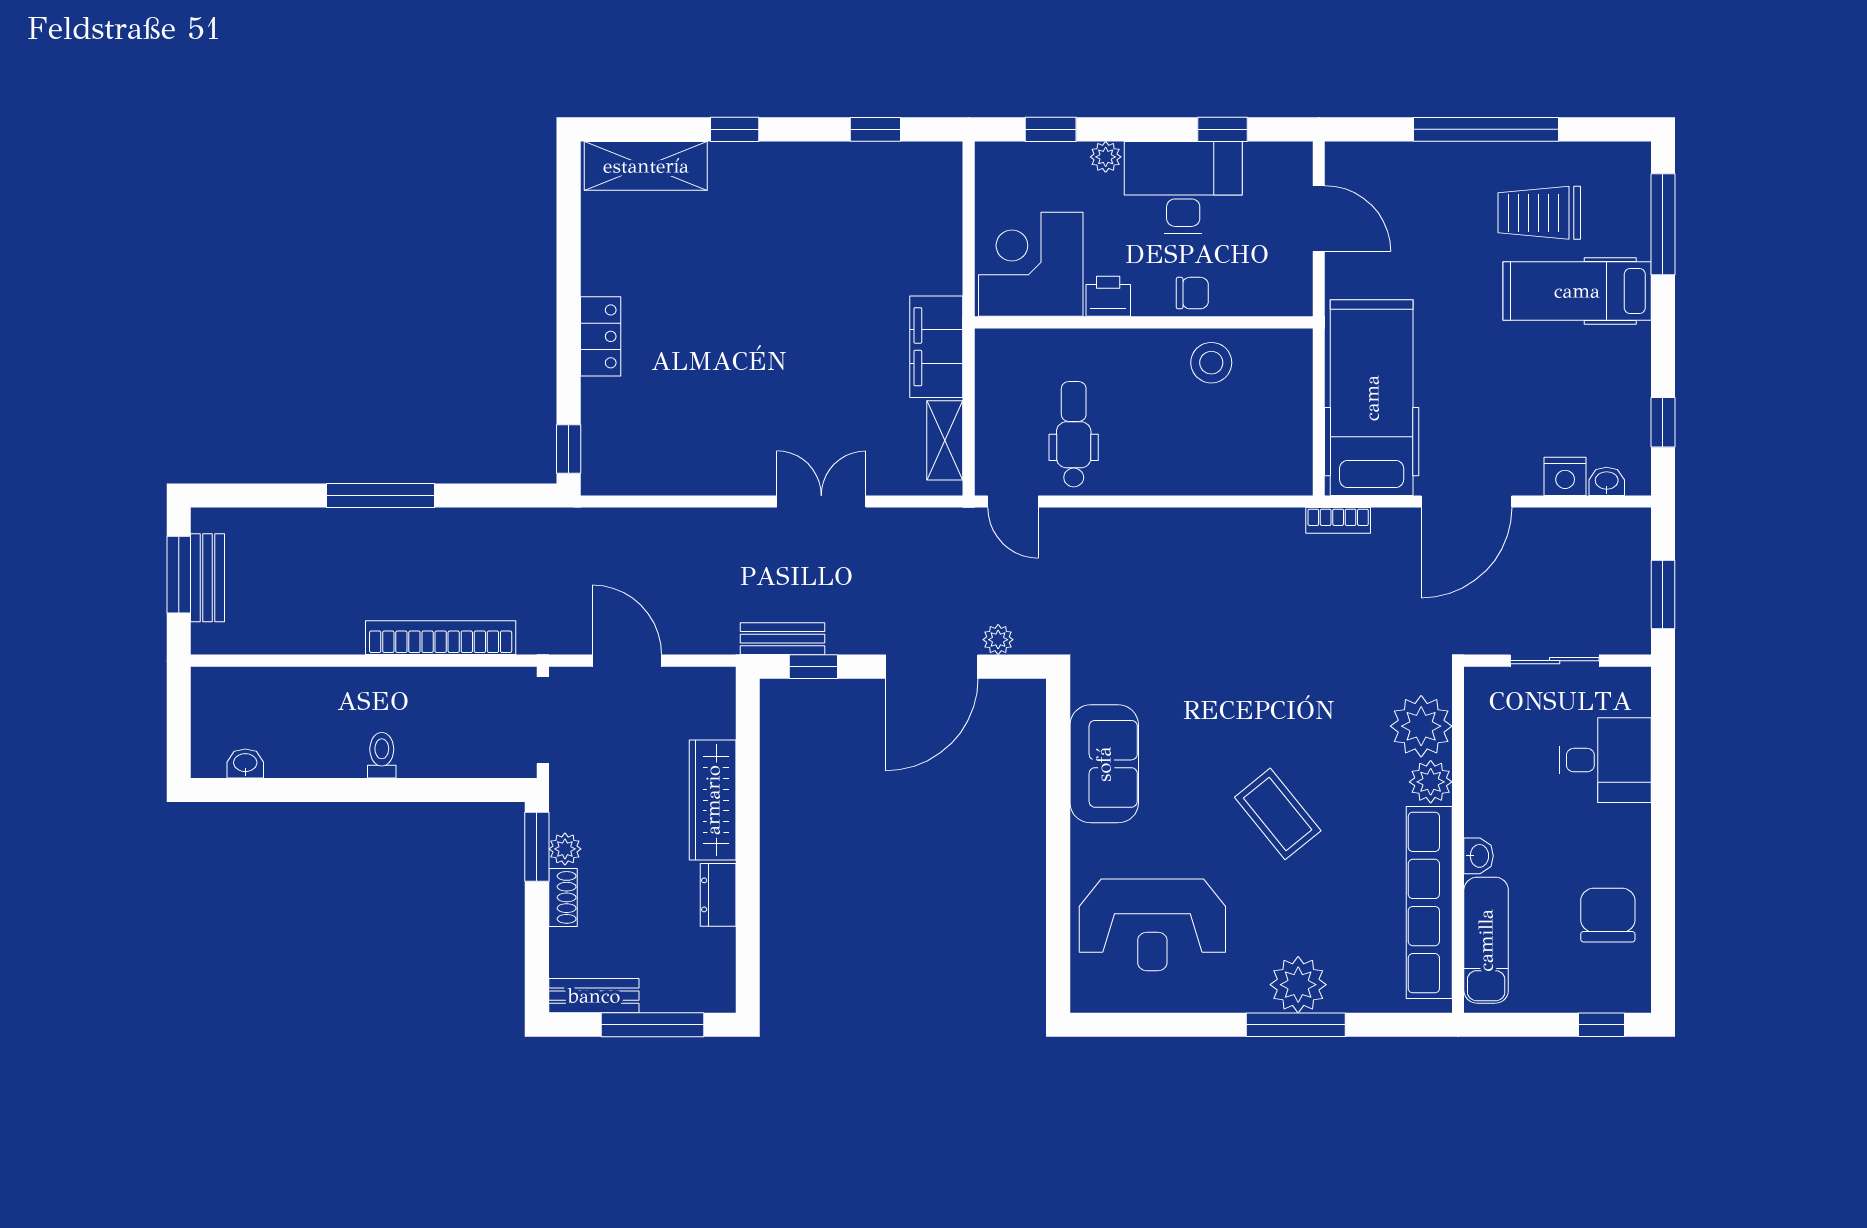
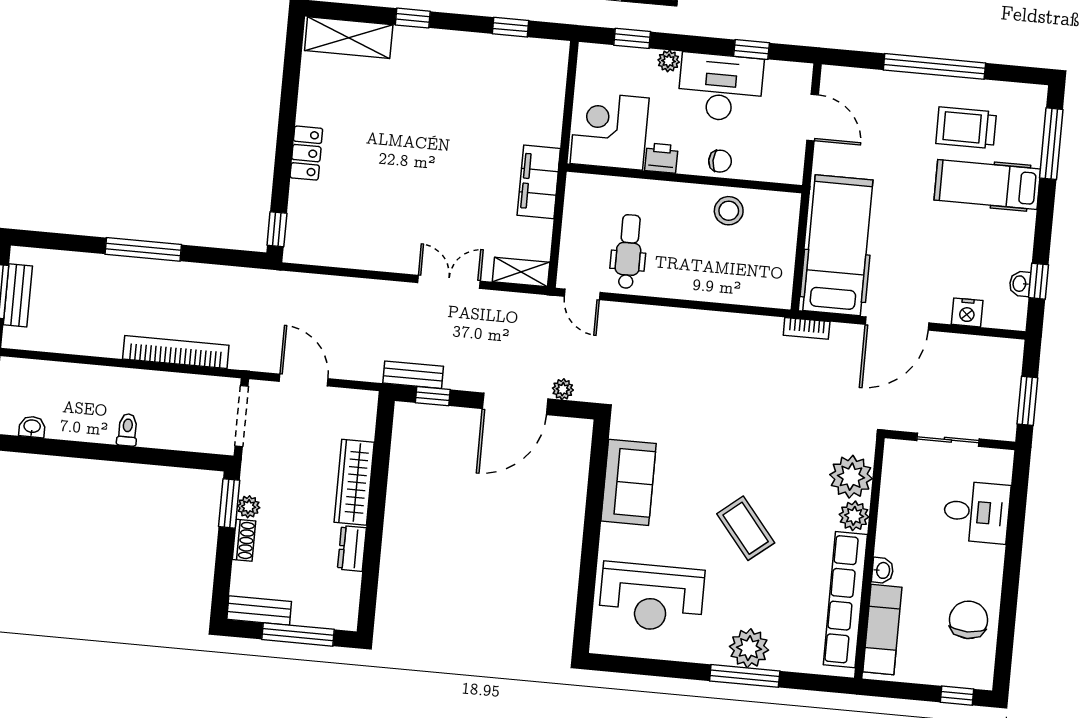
shelving: (945, 440) -> (521, 272), moved, turned 90
washbasin: (1607, 481) -> (1020, 284), moved, turned -90

